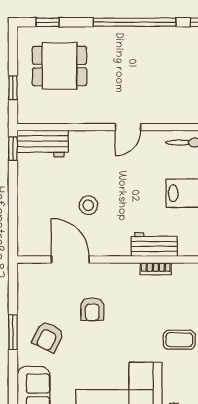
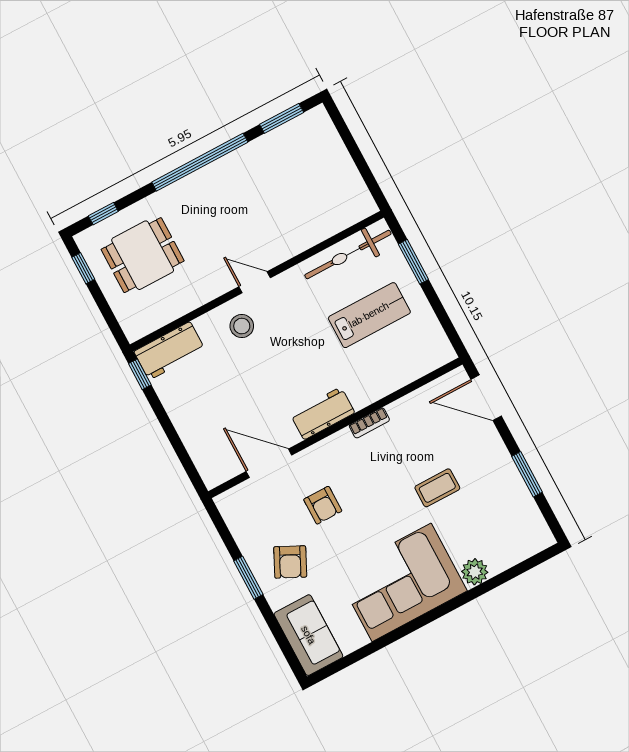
window: (13, 87) -> (83, 268), moved
door: (128, 127) -> (255, 282), swing flipped
stool: (88, 205) -> (242, 326), moved
workbench: (154, 245) -> (322, 413), moved

